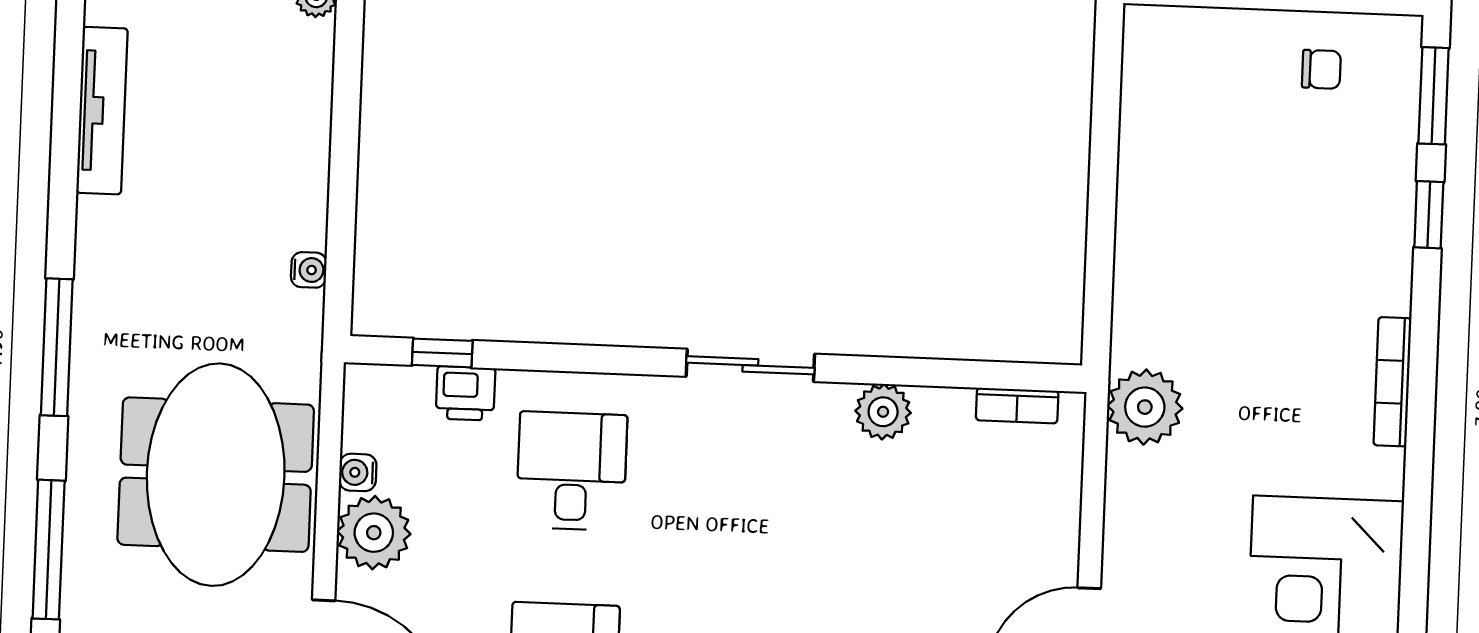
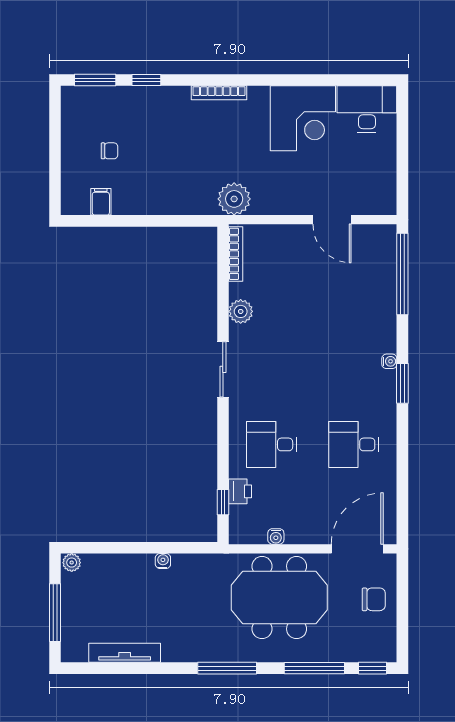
chair: (1321, 69) -> (110, 151), moved, turned 90
filing cabinet: (1151, 97) -> (101, 202), added
water cooler: (309, 270) -> (163, 561), moved
bookcase: (1017, 406) -> (236, 254), width x1.56
plant: (374, 533) -> (301, 529), removed

